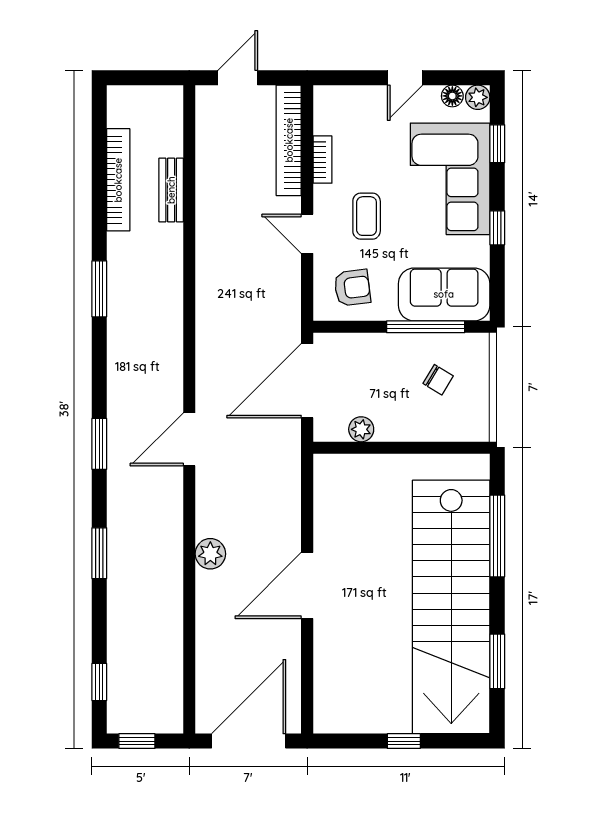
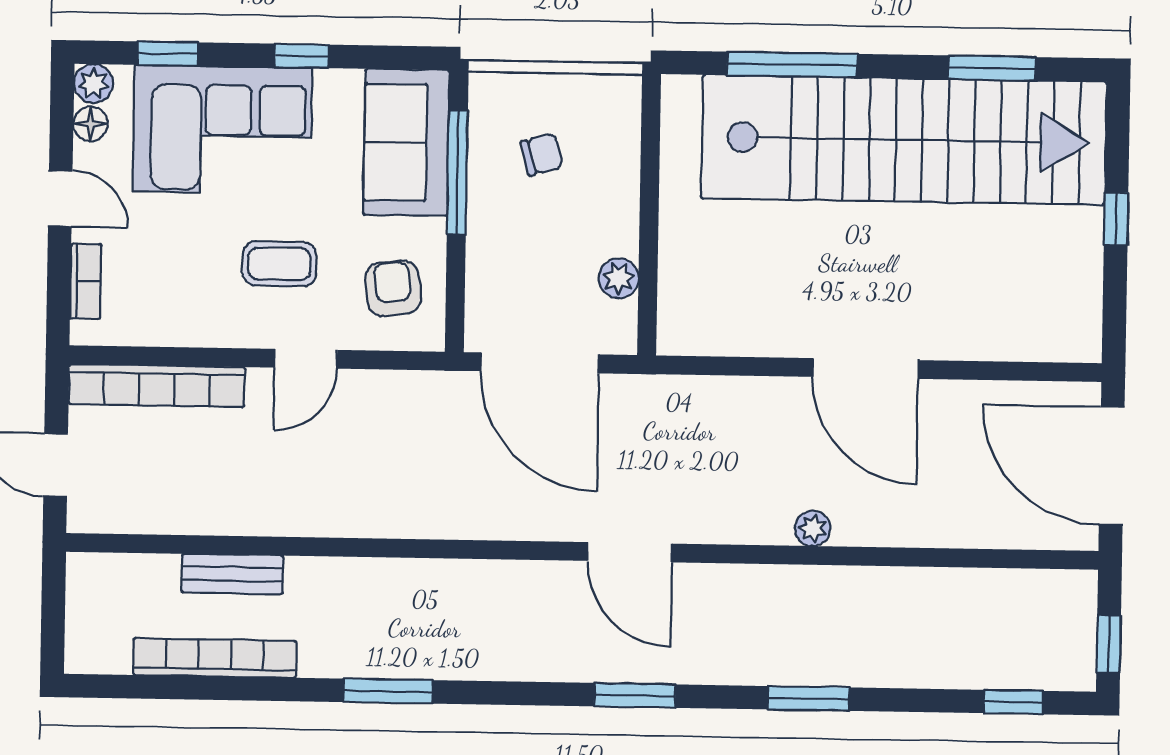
bookcase: (322, 160) -> (86, 281), moved, turned 90
chair: (438, 380) -> (542, 154), turned 43
plant: (210, 554) -> (812, 528), width x0.73, depth x0.73

